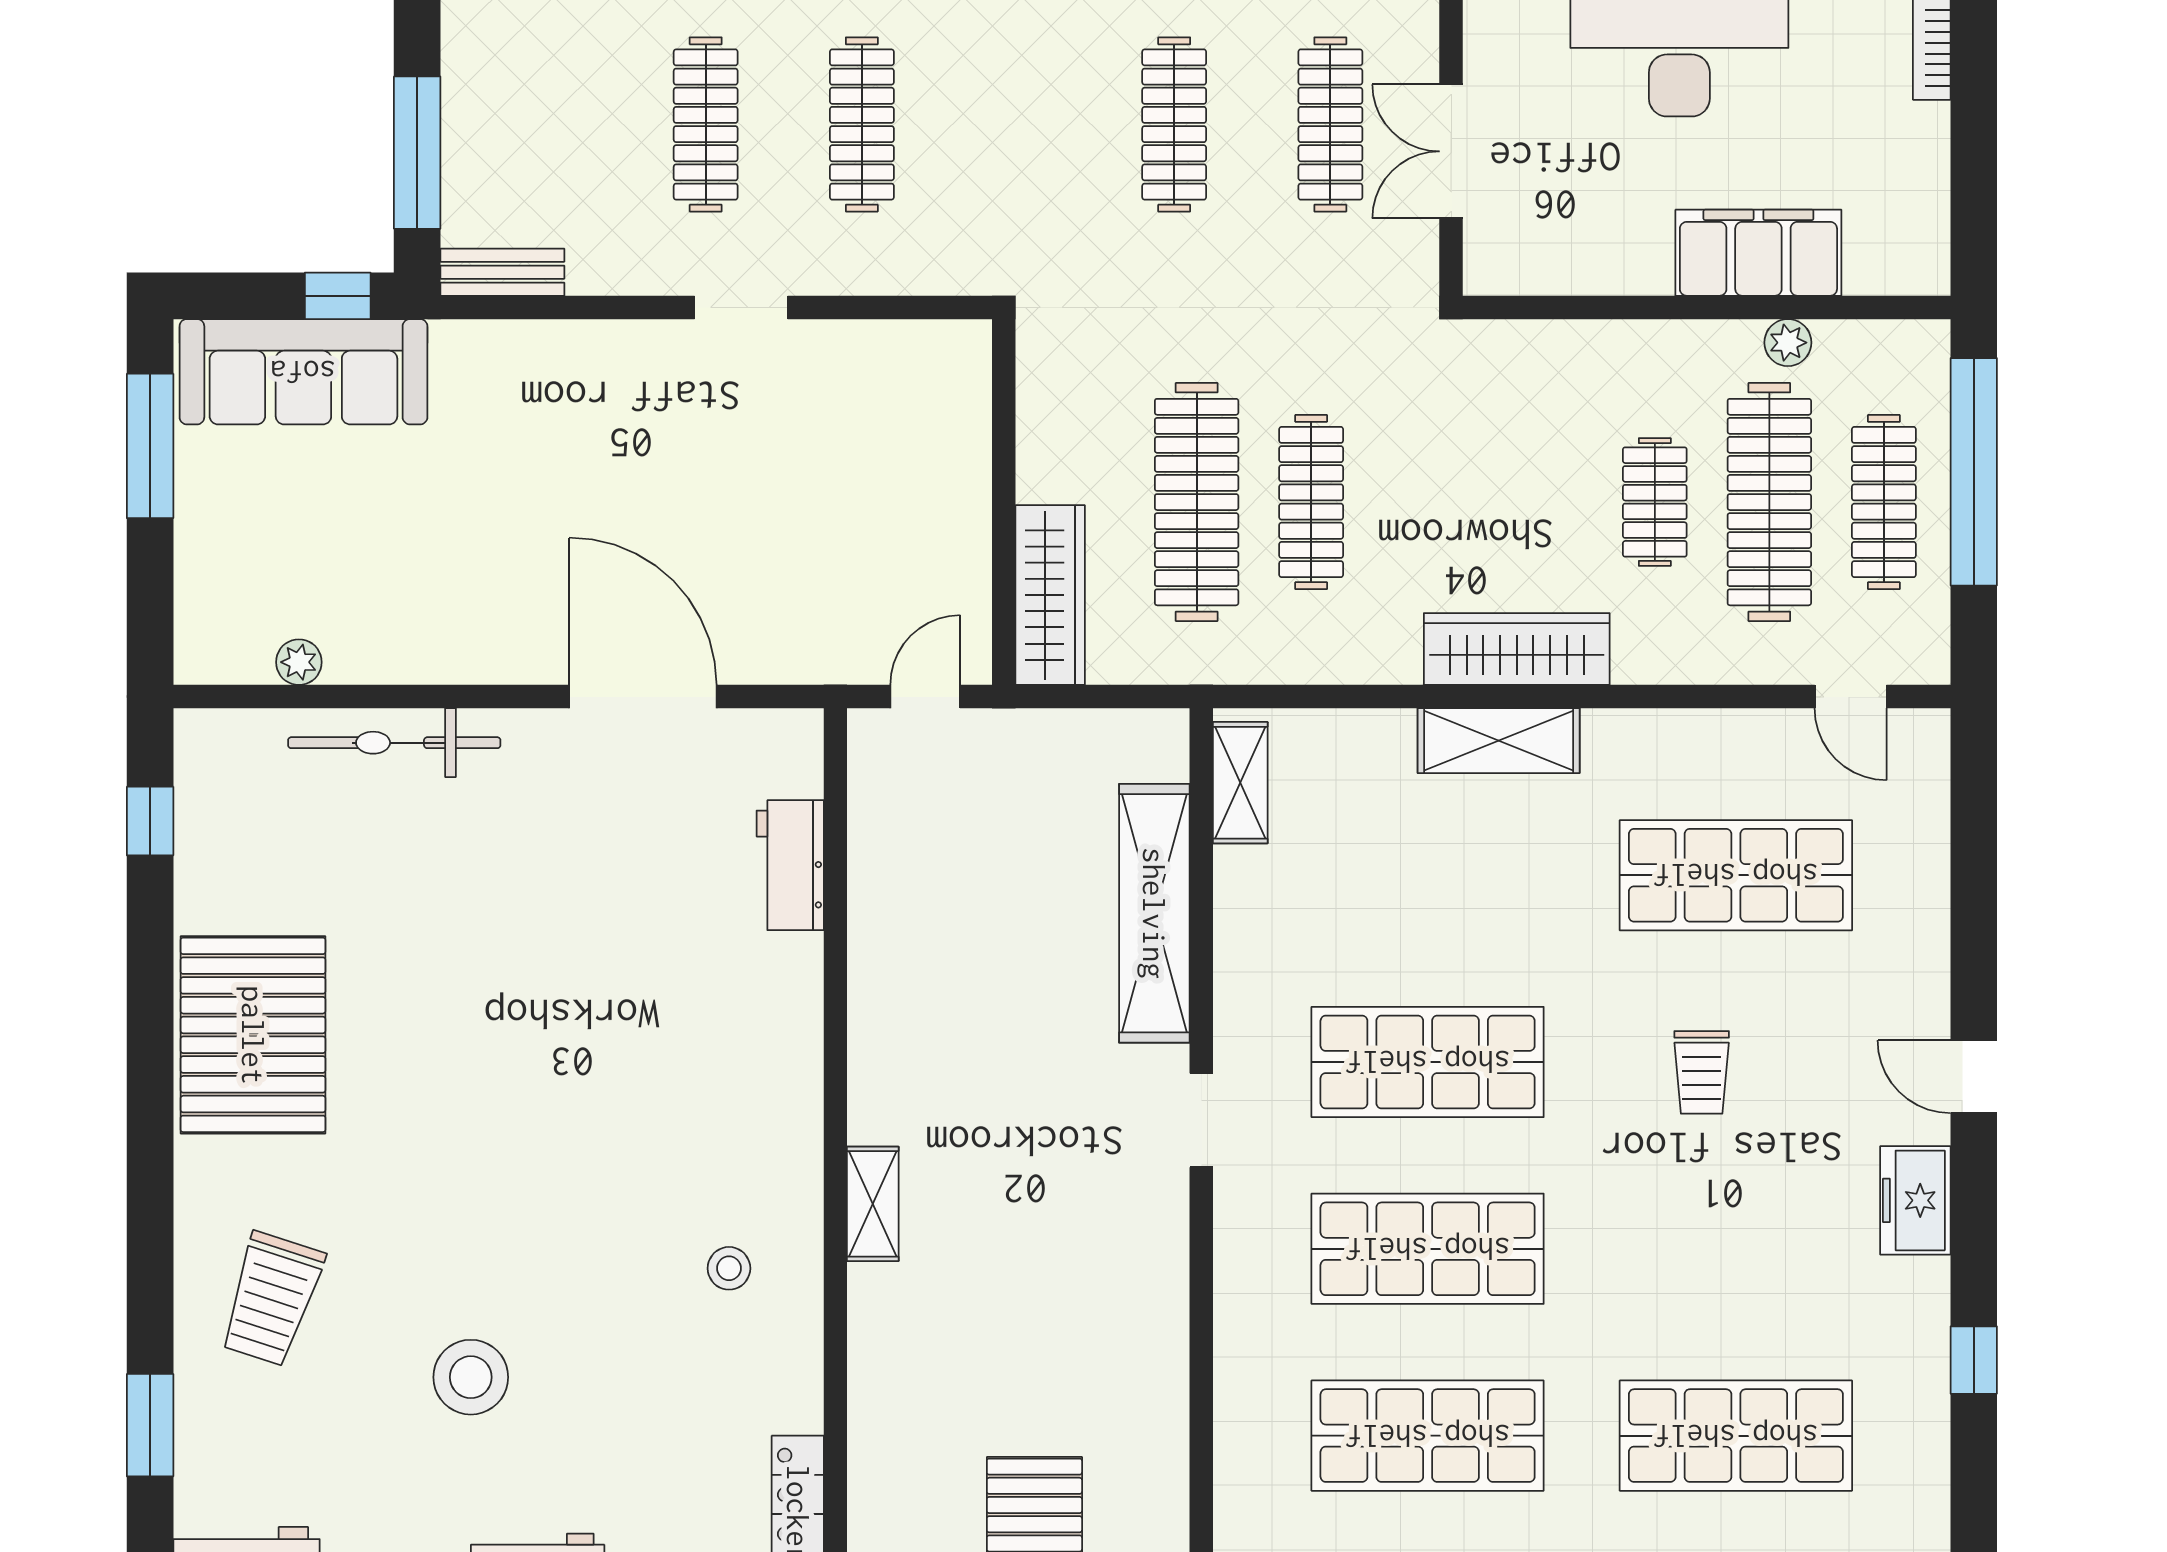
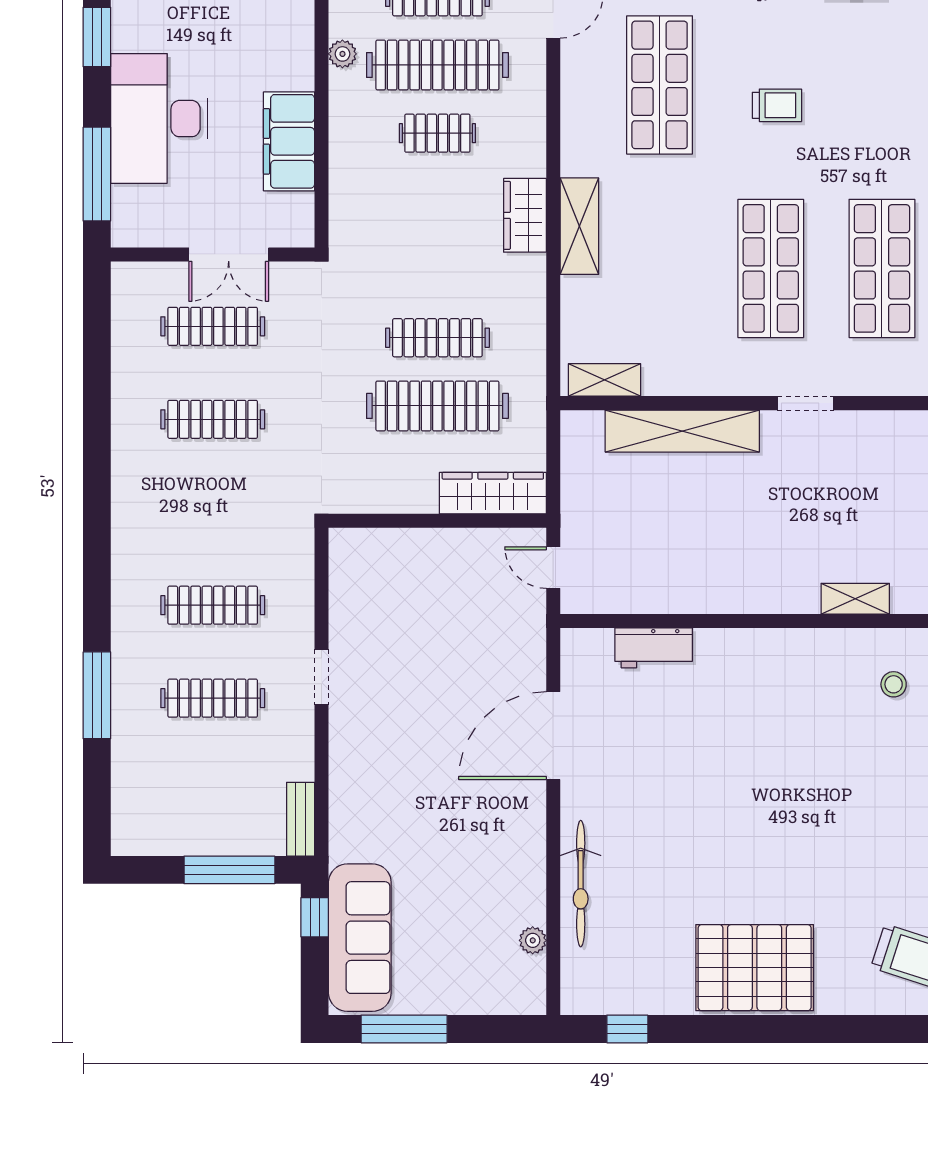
filing cabinet: (1758, 253) -> (289, 141), moved
wardrobe: (1517, 649) -> (525, 215), width x0.67

